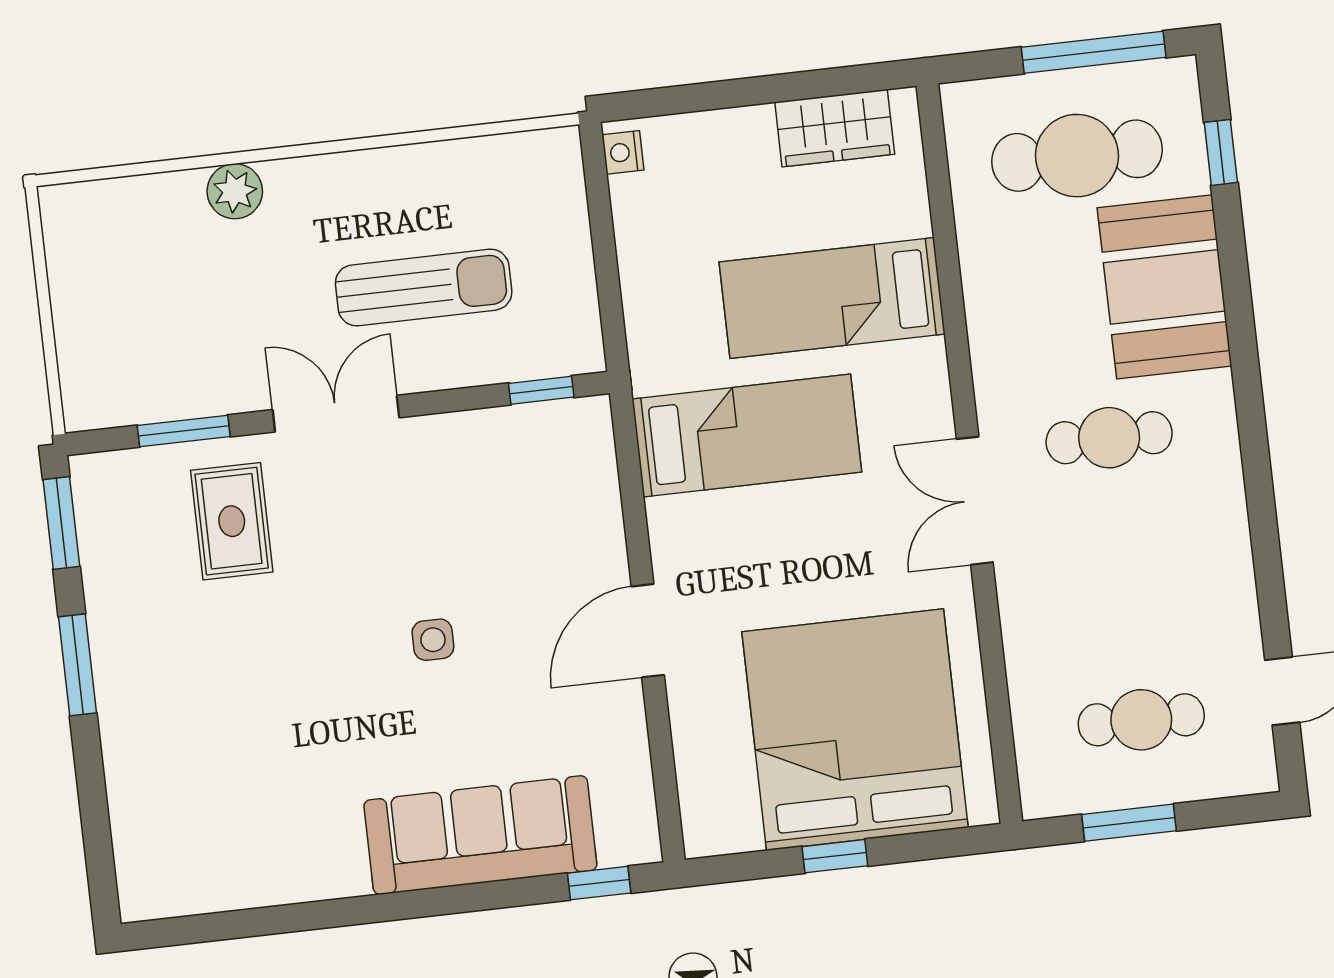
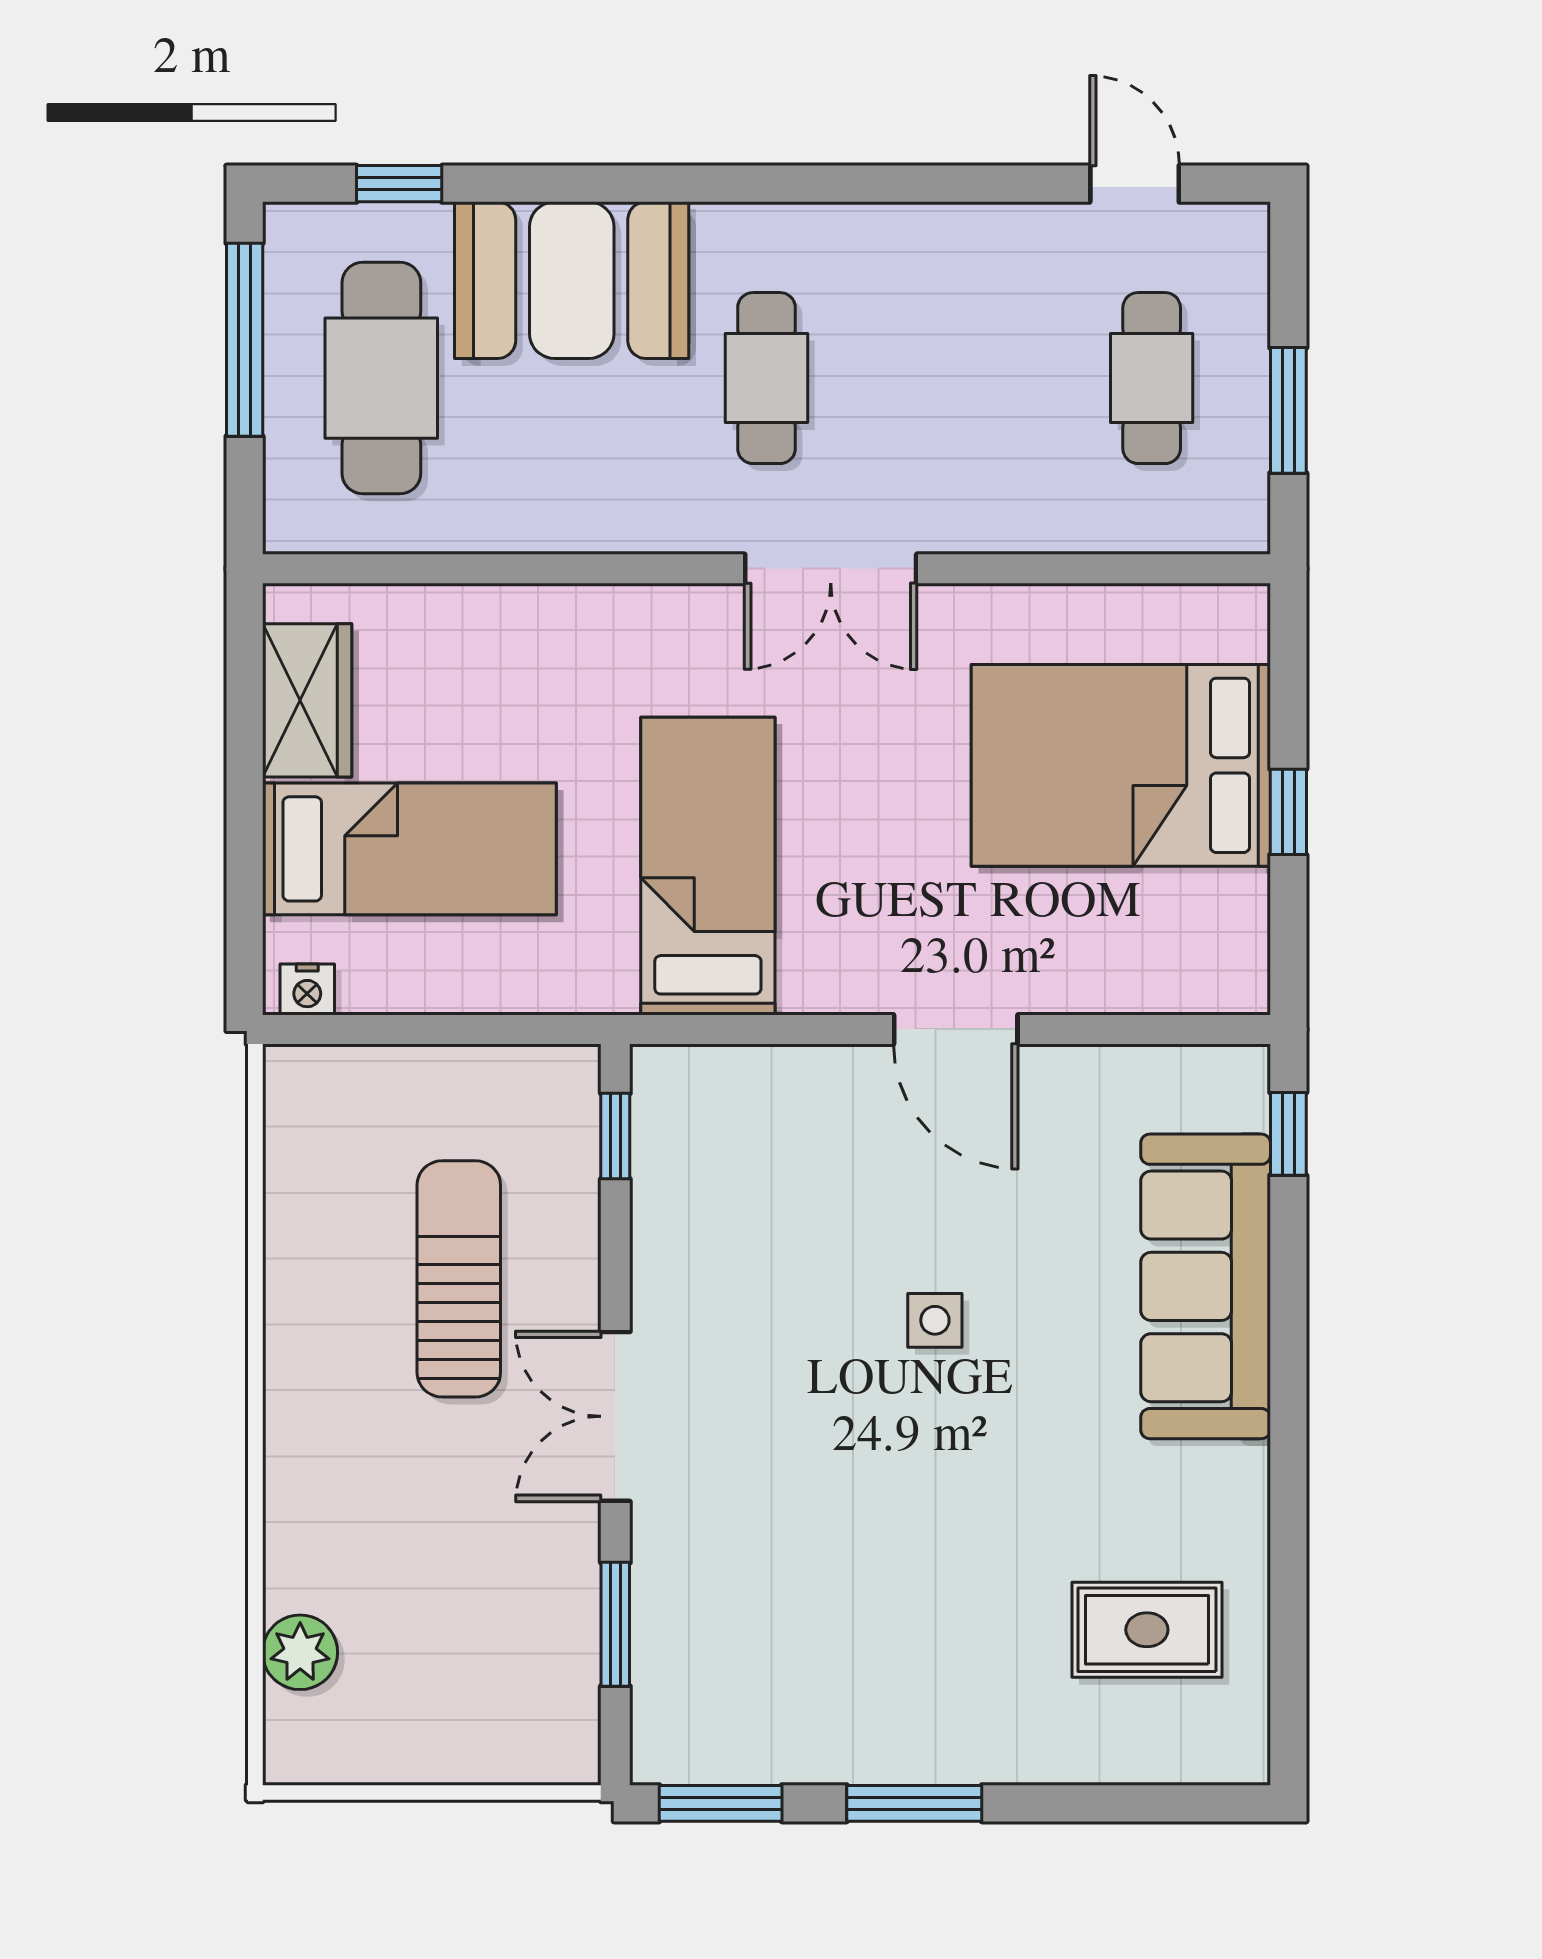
plant: (235, 191) -> (300, 1652), moved
bed: (832, 298) -> (409, 849), moved, turned -90
rug: (232, 521) -> (1147, 1630), moved
bed: (855, 730) -> (1121, 765), width x0.73

